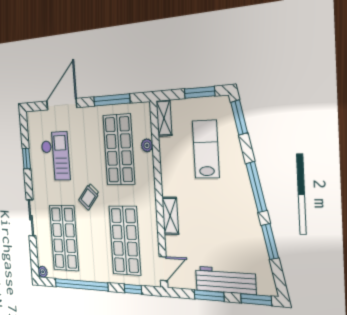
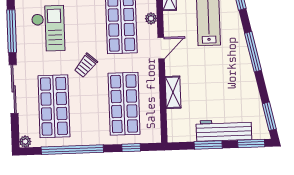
window: (26, 159) -> (12, 31), width x2.17
shelving: (170, 216) -> (173, 92), moved
sliding door: (31, 218) -> (14, 89), width x1.37
window: (270, 242) -> (269, 116), moved
door: (163, 269) -> (161, 48), moved

